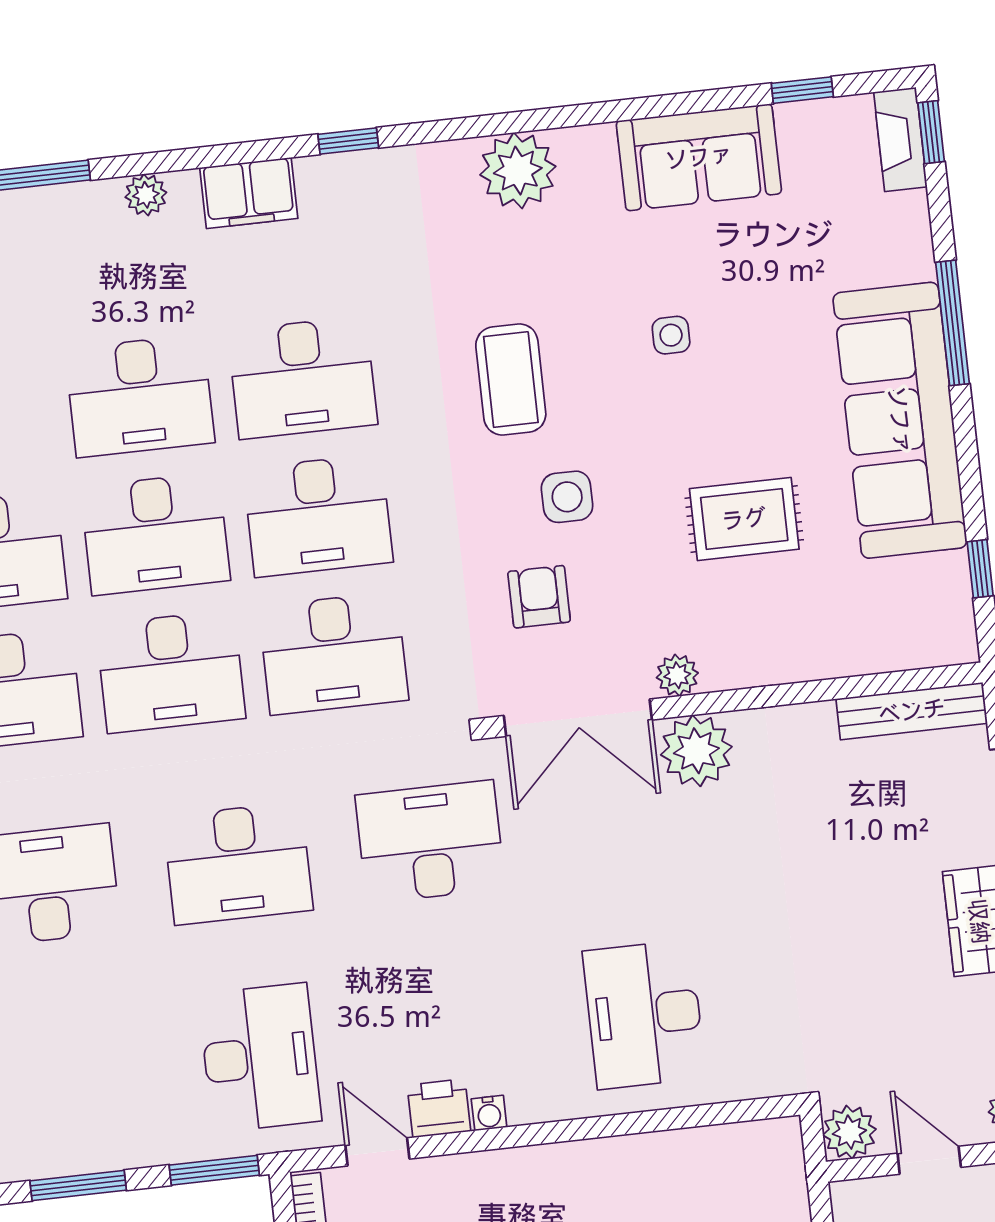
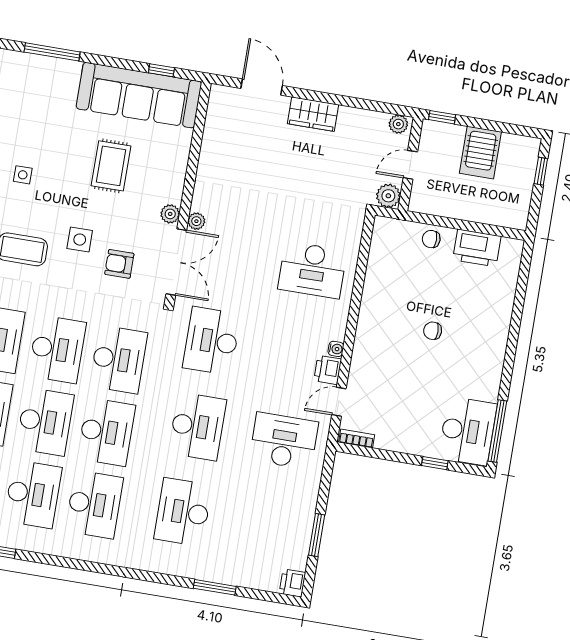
sofa: (900, 420) -> (139, 95), moved
bench: (912, 711) -> (214, 117), removed
plant: (696, 751) -> (196, 221), width x0.53, depth x0.53
window: (214, 1170) -> (327, 474), removed

